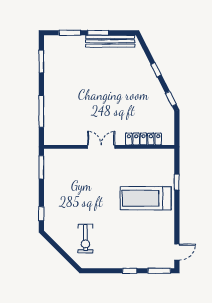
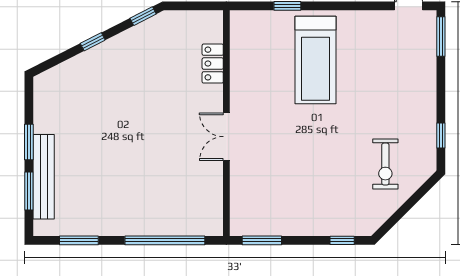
bench: (110, 41) -> (44, 177), moved
window: (41, 111) -> (165, 240), width x1.46
locker: (144, 139) -> (213, 64), width x0.66
exercise bike: (85, 239) -> (385, 164), turned 90
window: (130, 271) -> (441, 136), moved

